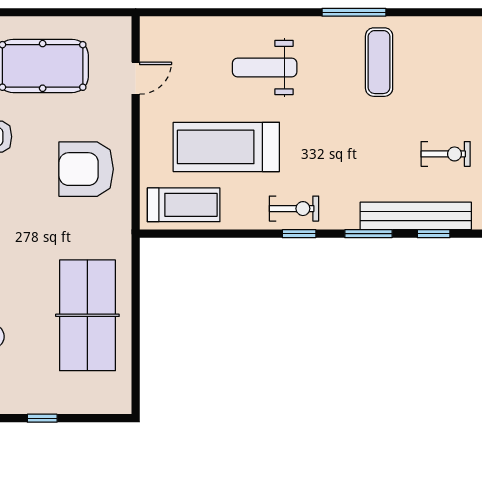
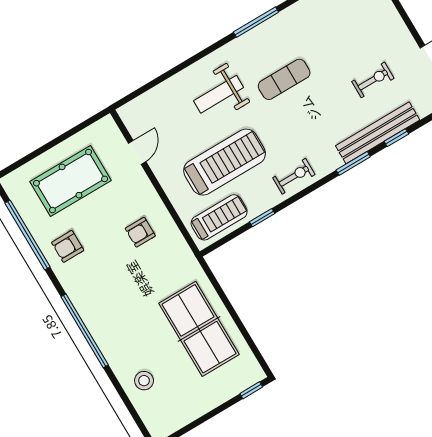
exercise mat: (379, 62) -> (284, 79), moved, turned 90
treadmill: (226, 147) -> (225, 162), turned 180
armchair: (86, 169) -> (140, 232), width x0.53, depth x0.53
window: (299, 234) -> (262, 218), moved
window: (42, 418) -> (251, 390), moved

